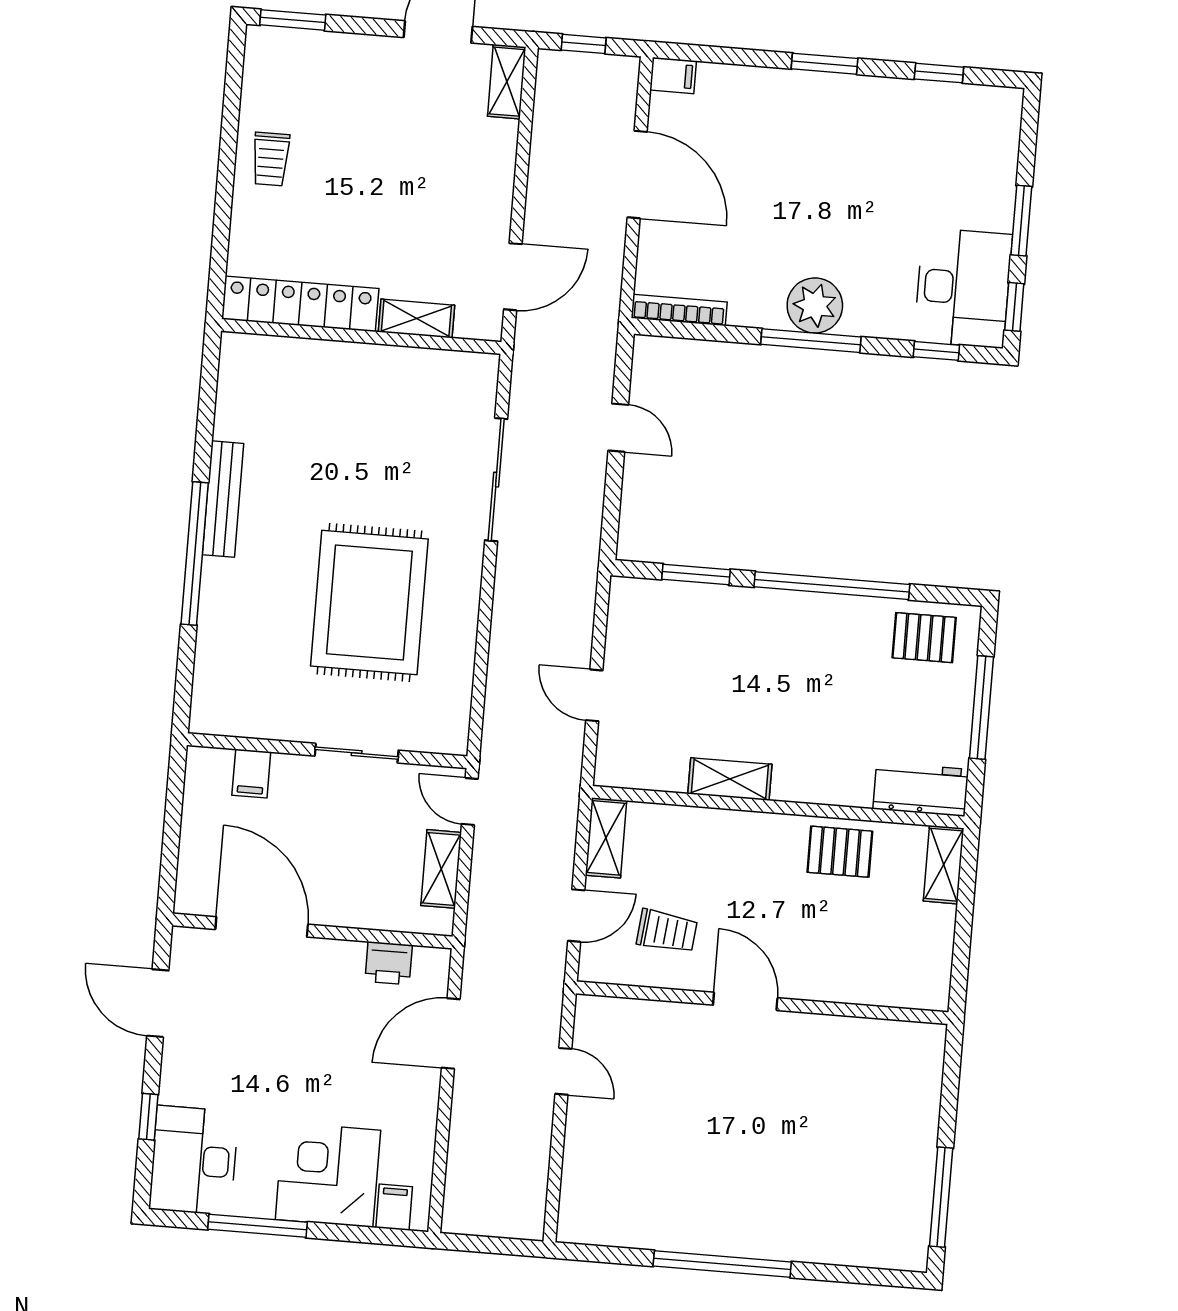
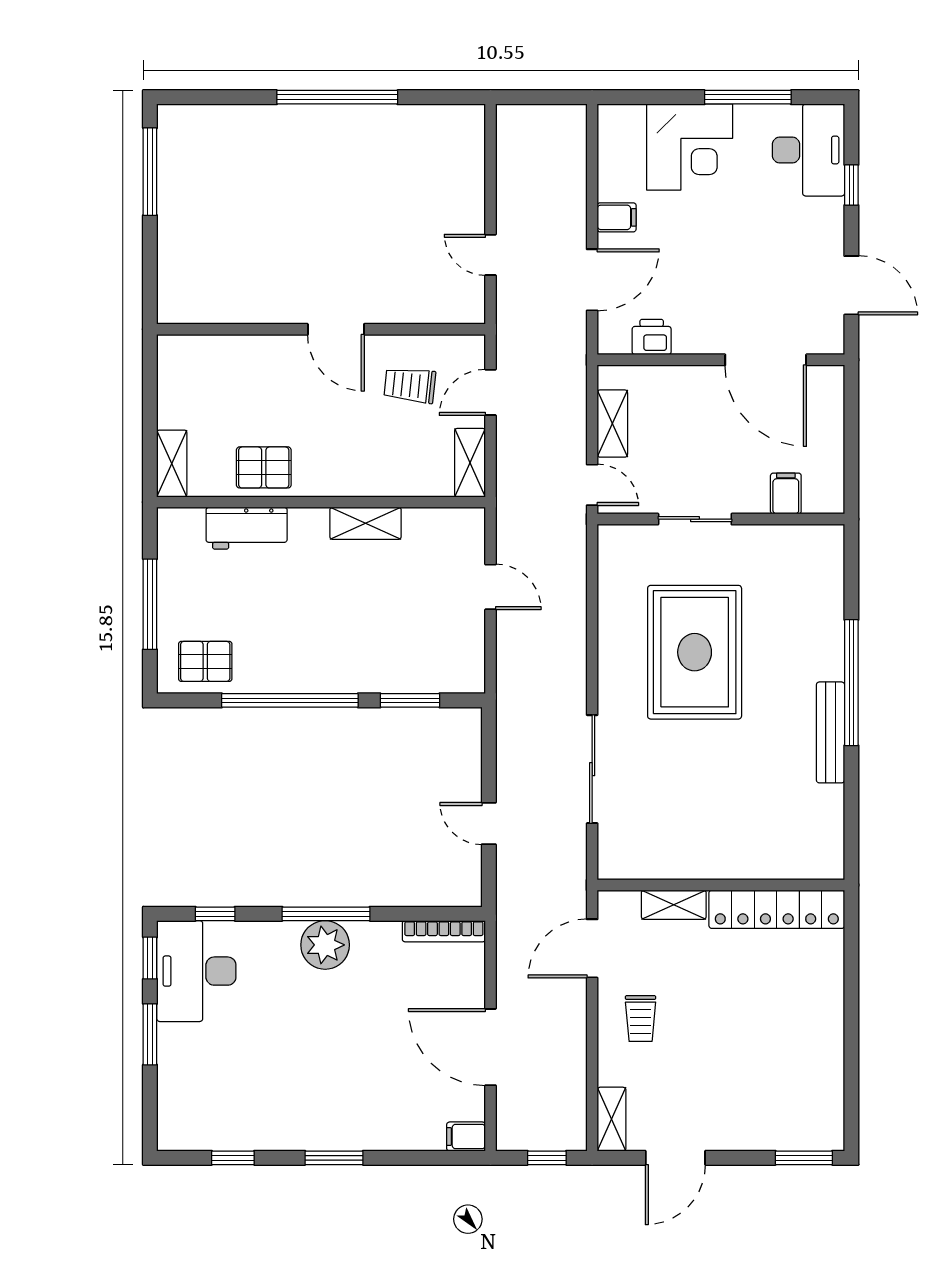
trolley: (271, 159) -> (641, 1019), moved, turned 180
workbench: (921, 789) -> (247, 528), moved
filing cabinet: (394, 1207) -> (617, 217), moved, turned -90

